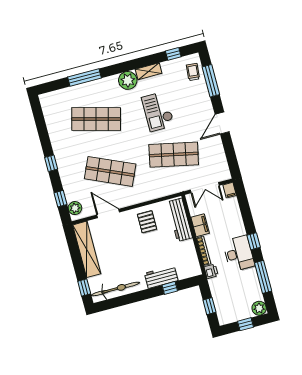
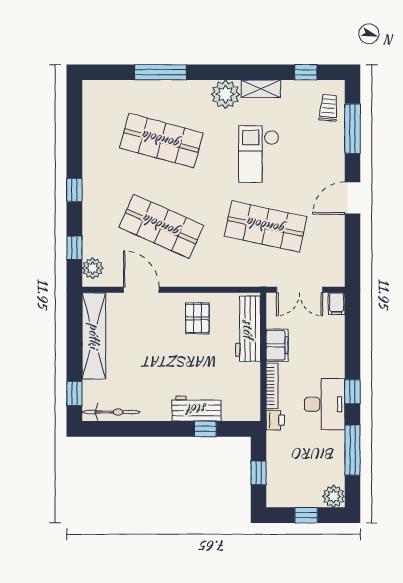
bicycle: (115, 289) -> (111, 412), width x0.73, depth x0.71

